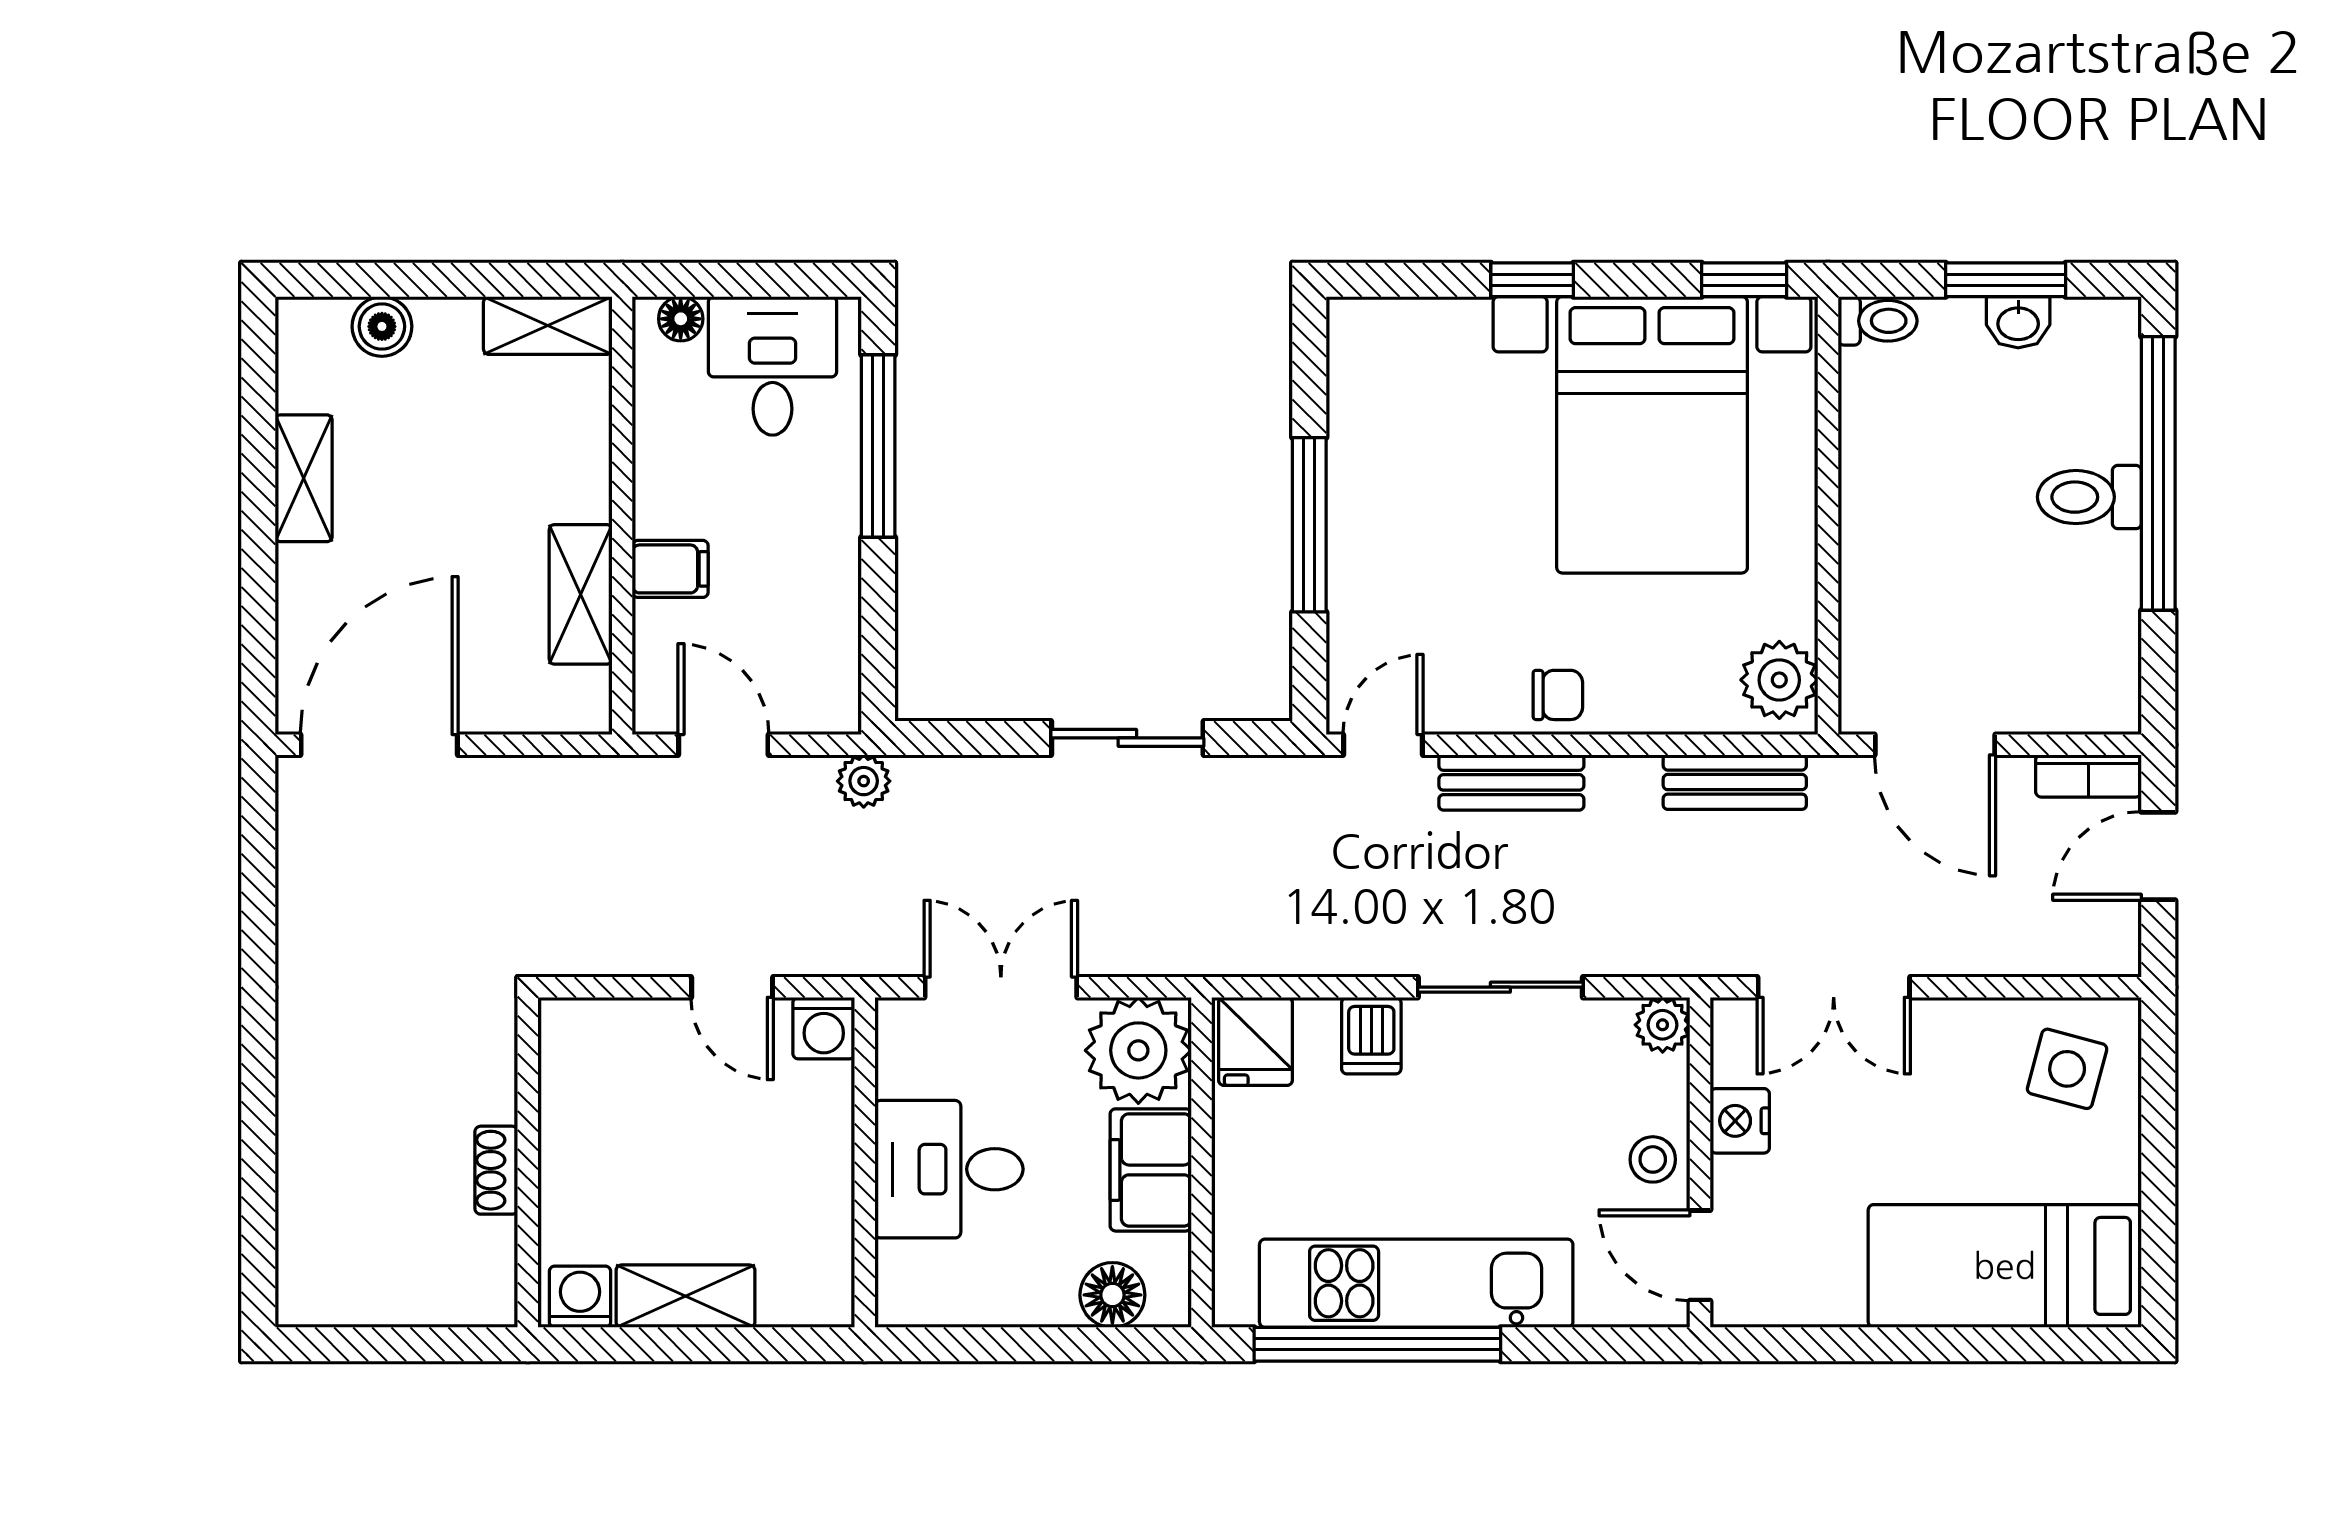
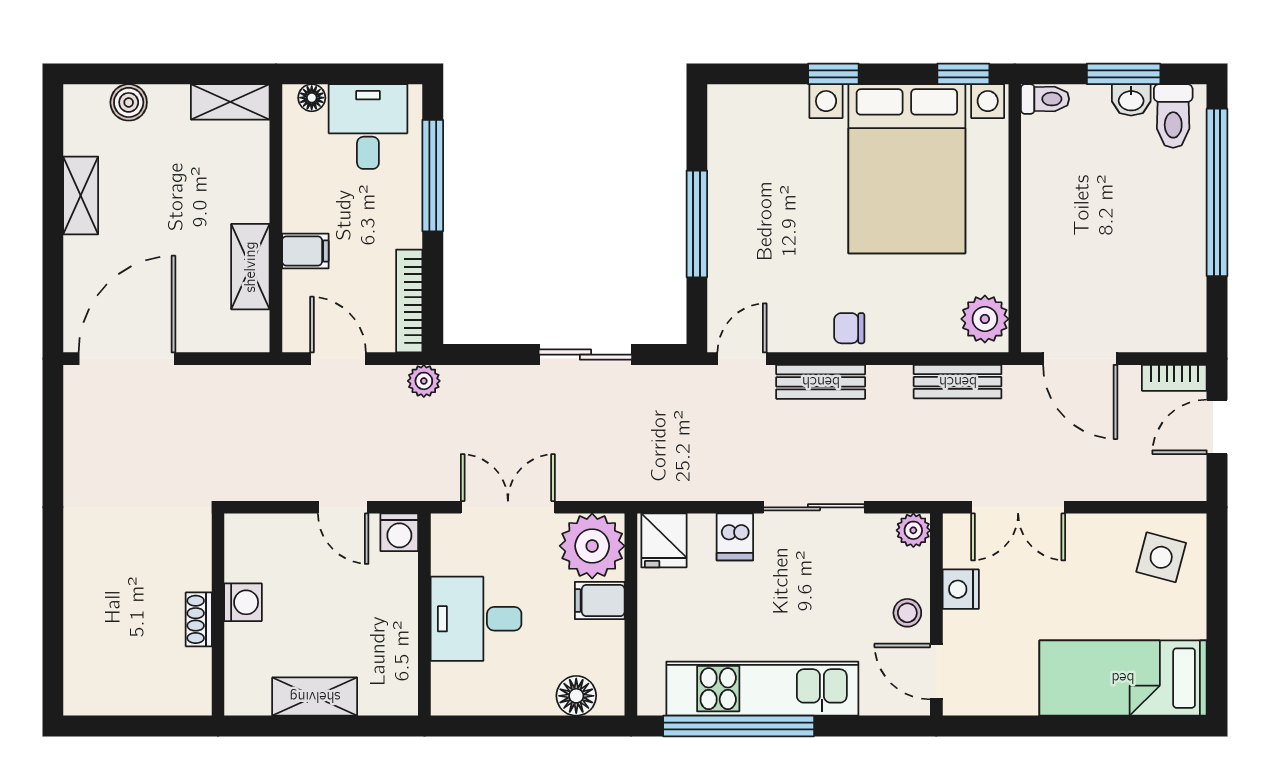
toilet: (2089, 497) -> (1173, 116), moved, turned -90
bookcase: (840, 651) -> (409, 301), added
chair: (1558, 695) -> (849, 328), turned 180
filing cabinet: (1151, 1170) -> (600, 601), width x0.50
washing machine: (580, 1297) -> (243, 602), moved, turned 90

